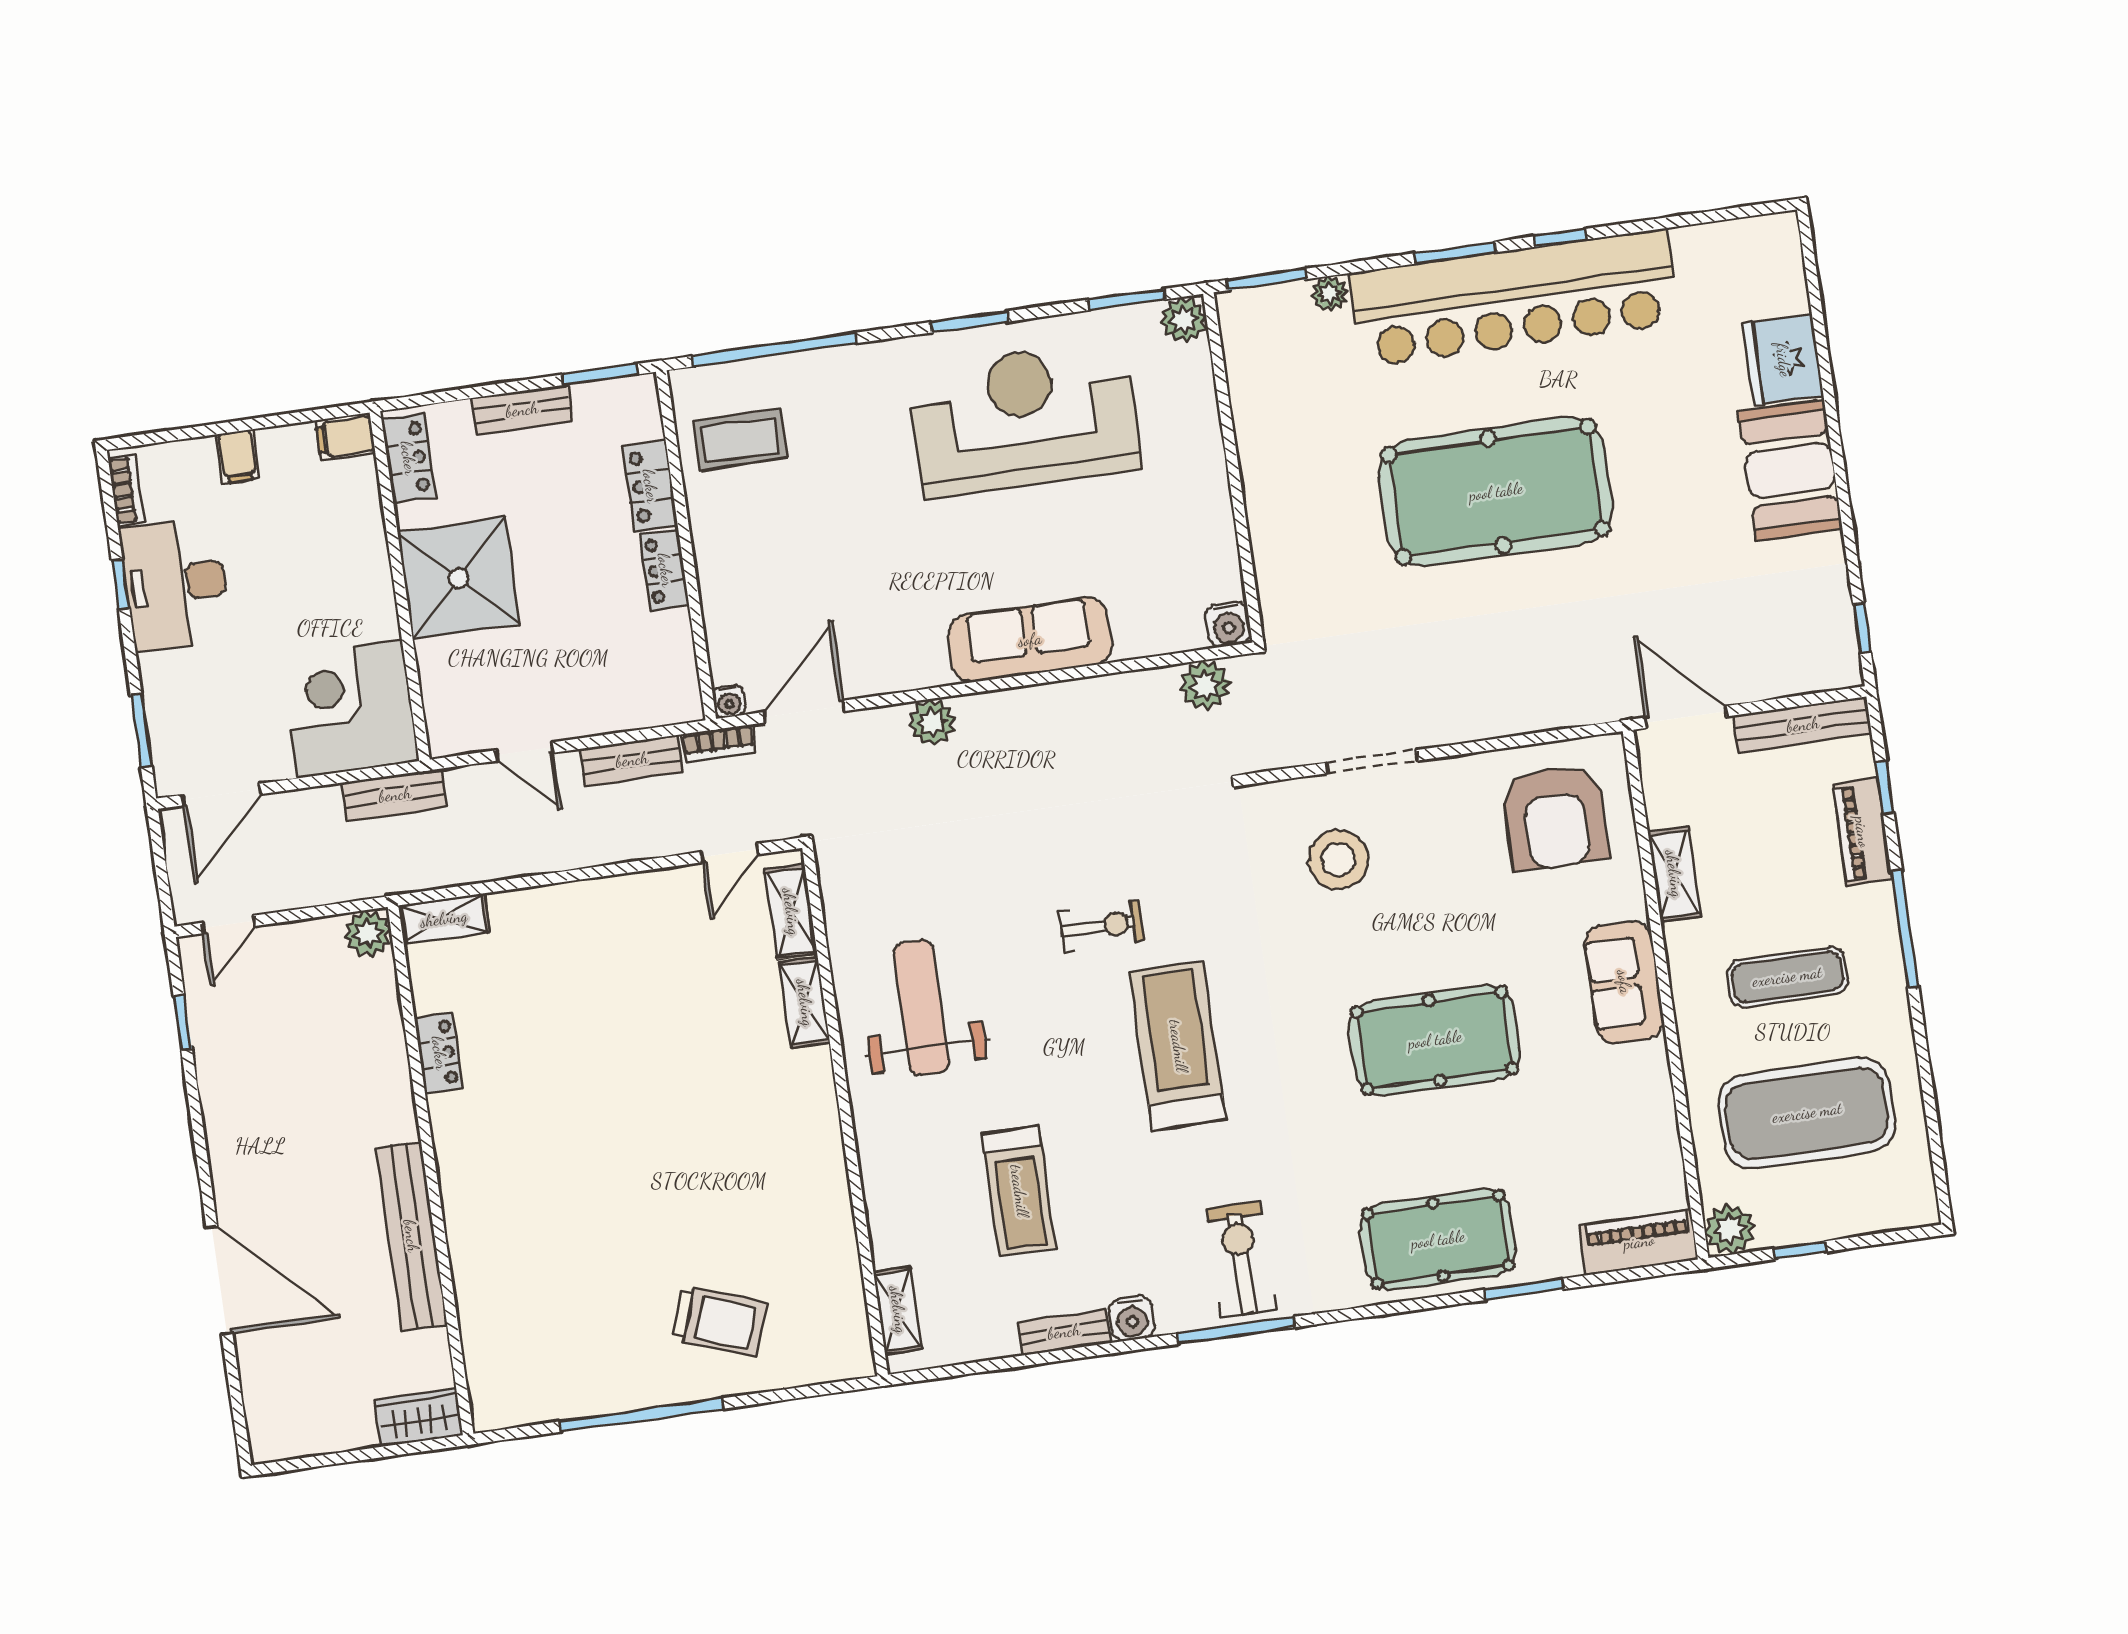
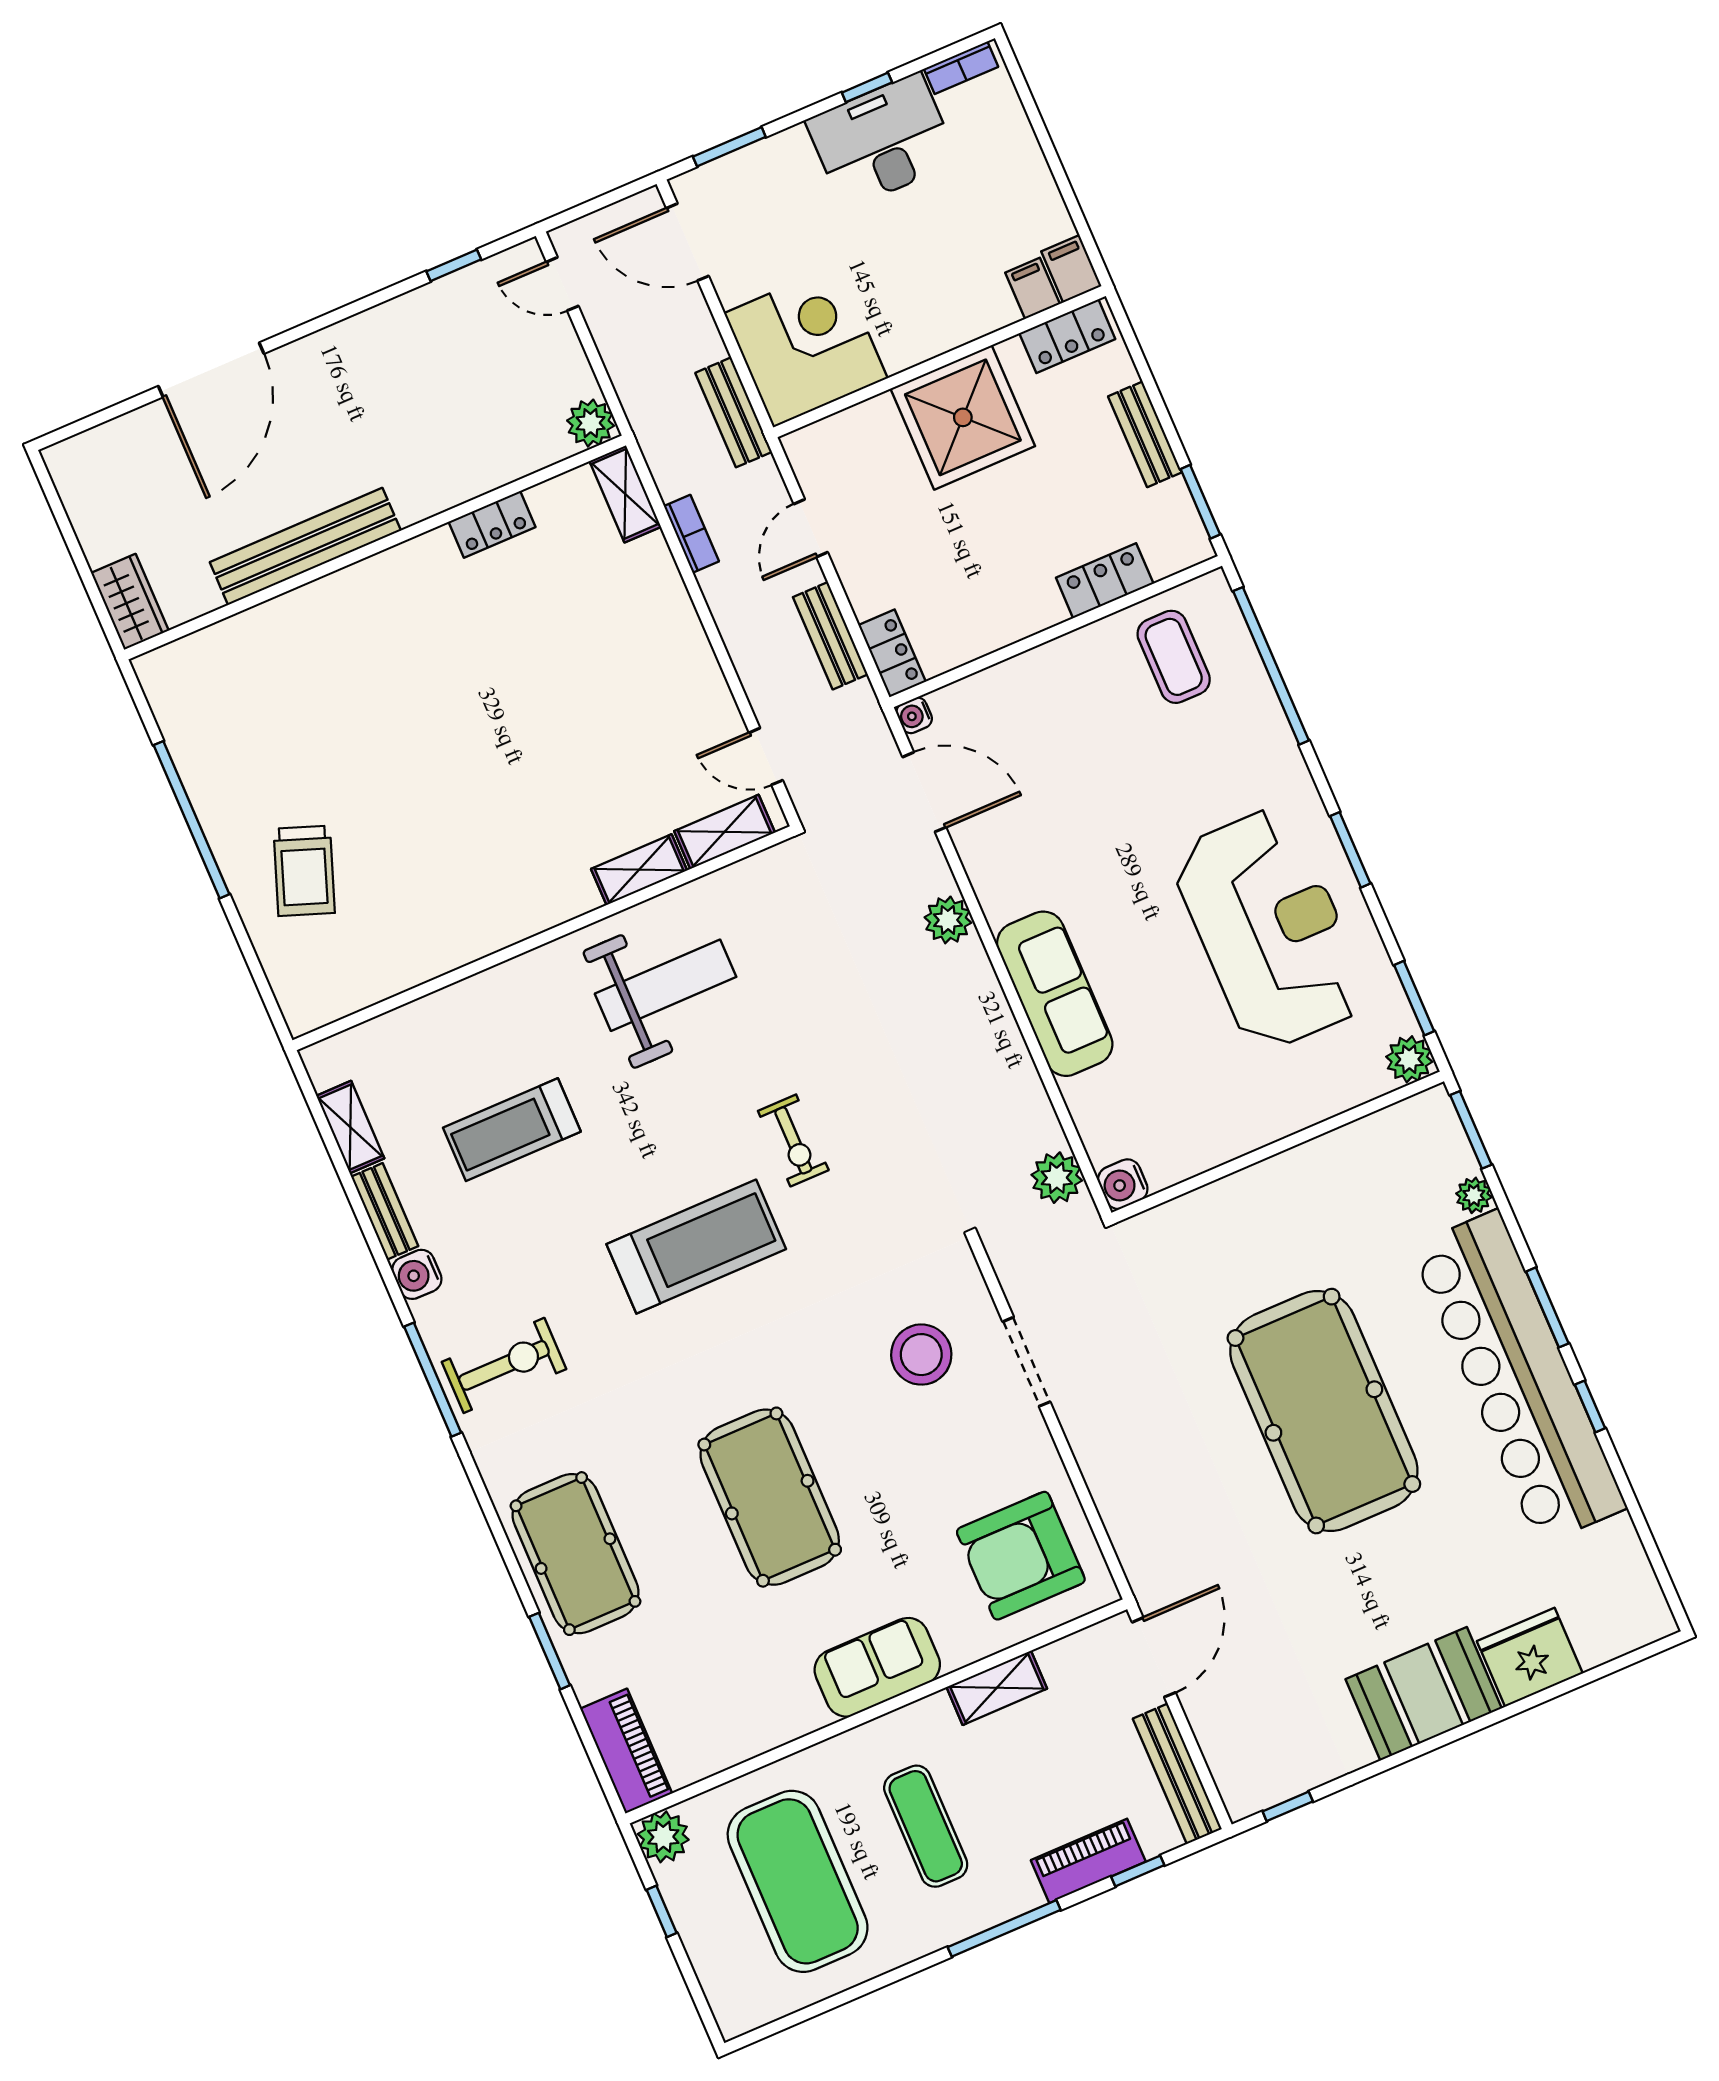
filing cabinet: (237, 456) -> (1033, 288), moved, turned 90
locker: (665, 570) -> (892, 653), moved, turned 90
bookcase: (719, 743) -> (691, 534), moved, turned 180
shelving: (898, 1310) -> (350, 1127), moved, turned 90

